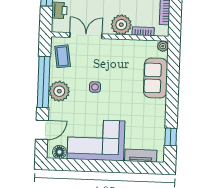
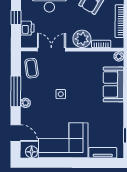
window: (44, 82) -> (16, 91), width x0.68
plant: (59, 91) -> (25, 103), width x0.53, depth x0.53
door: (42, 130) -> (16, 133), hinge flipped

